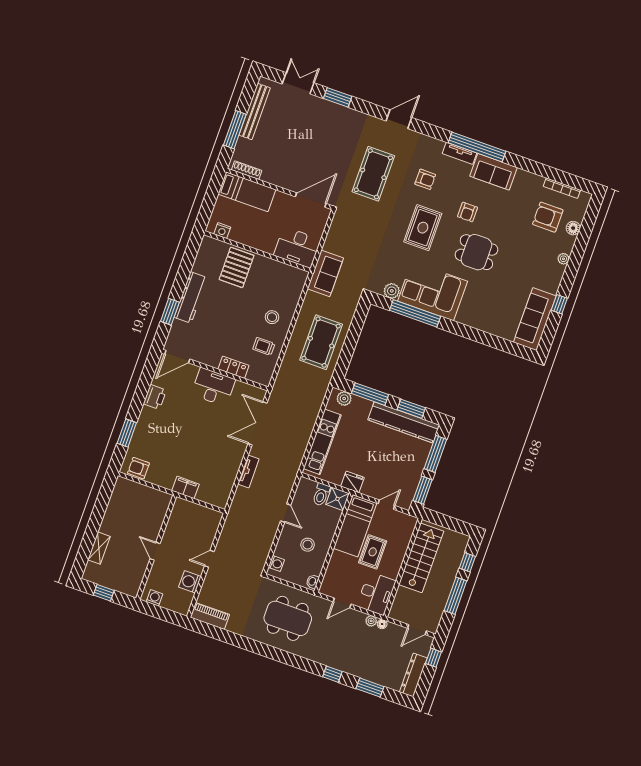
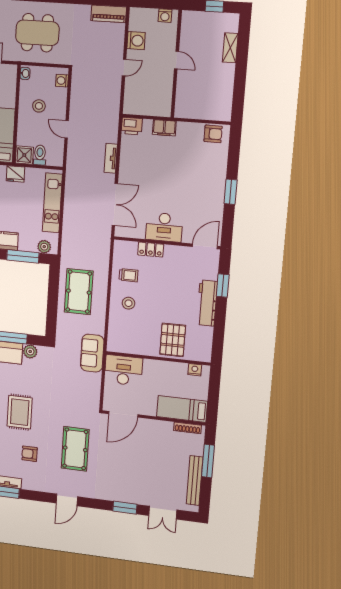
printer: (155, 397) -> (132, 126), moved, turned -90
window: (127, 433) -> (231, 192), moved

